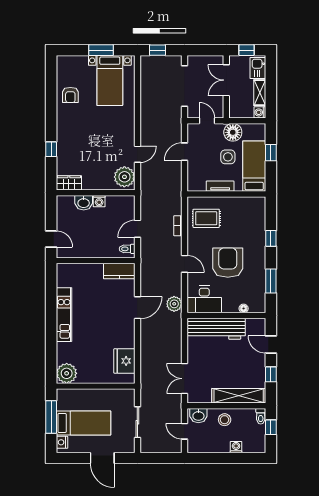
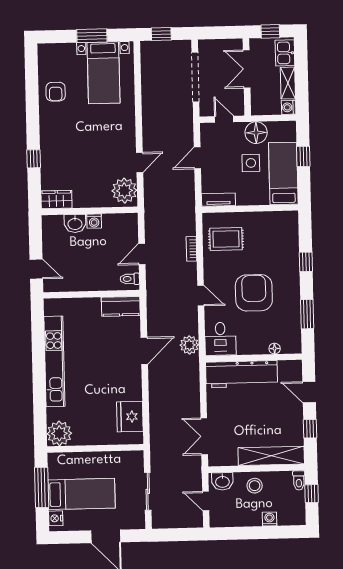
tv unit: (220, 186) -> (218, 200), moved
desk: (204, 299) -> (220, 339), width x0.73
kitchen unit: (64, 315) -> (54, 361), width x1.36

